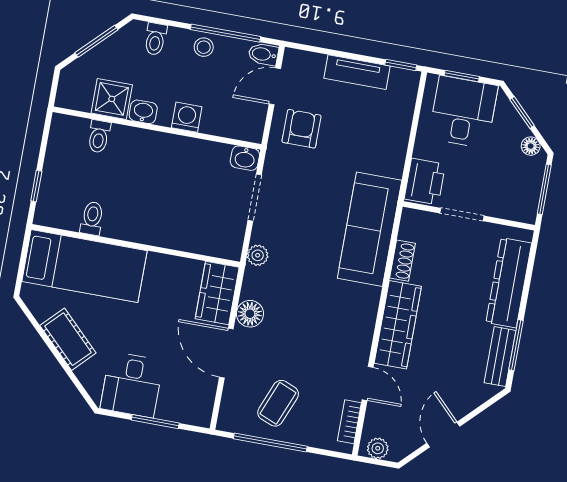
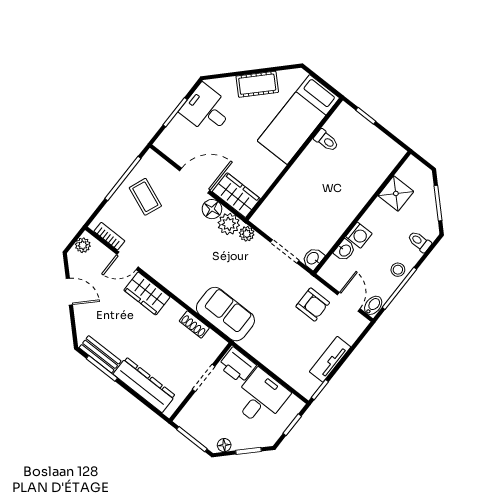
washbasin: (143, 112) -> (345, 250), moved
desk: (463, 112) -> (261, 398), moved, turned -90
toilet: (99, 136) -> (376, 173), removed
sofa: (370, 229) -> (225, 314), width x0.73
plant: (257, 284) -> (229, 224), added
wardrobe: (398, 325) -> (147, 294), width x0.67

